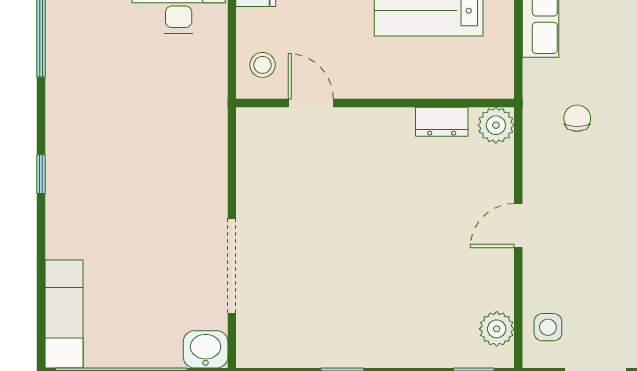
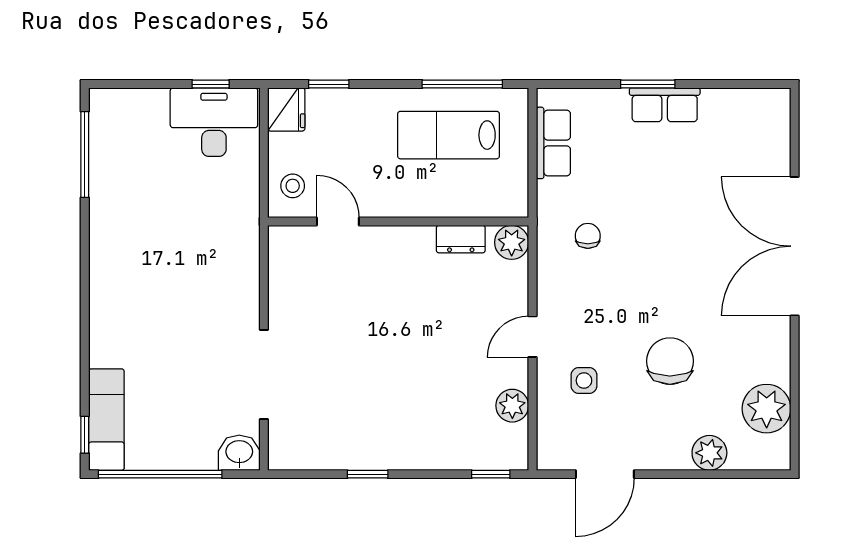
window: (41, 174) -> (85, 435), moved
side table: (548, 327) -> (584, 381), moved
plant: (497, 329) -> (512, 406), moved

